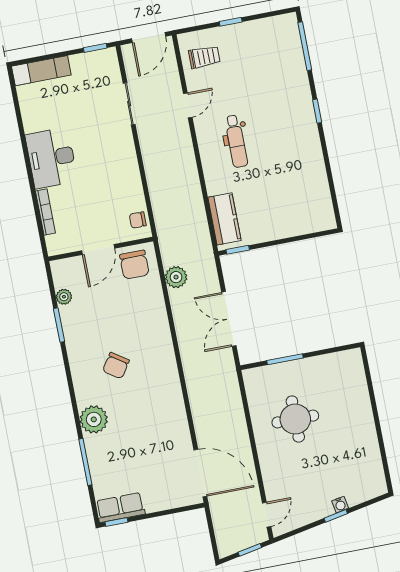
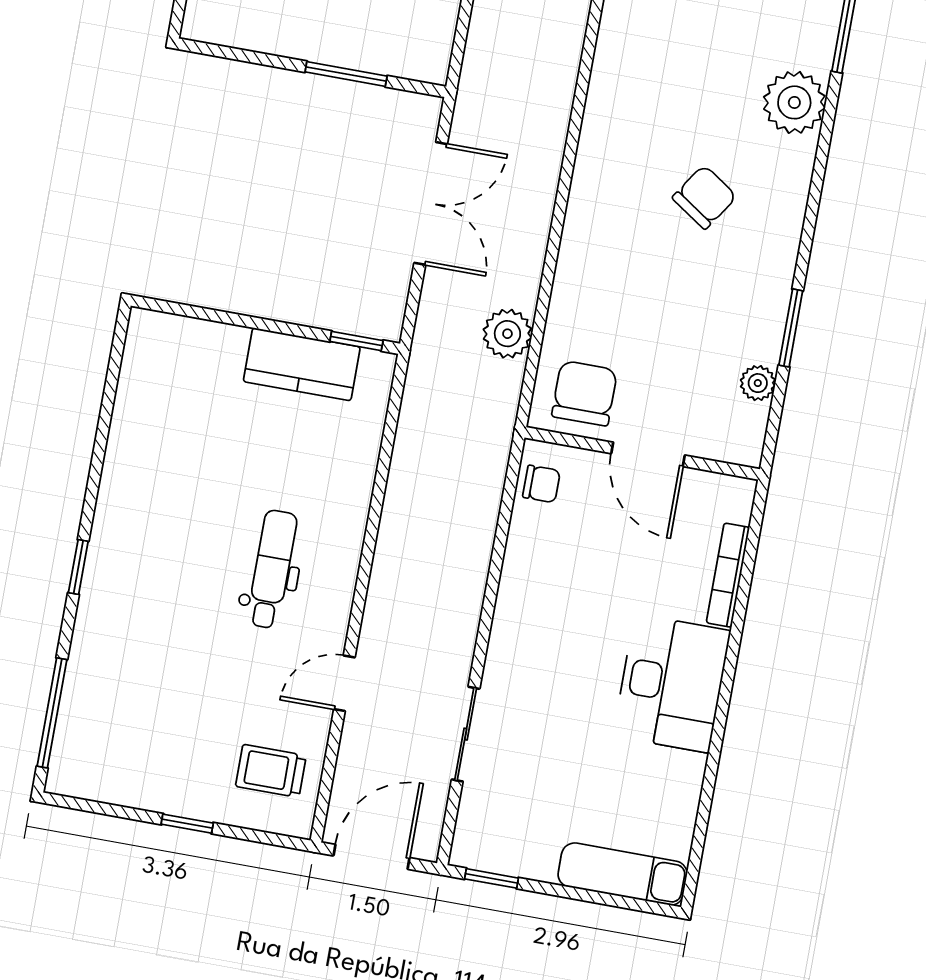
kitchen counter: (224, 219) -> (302, 364), moved, turned -90
door: (98, 249) -> (648, 454), swing flipped

